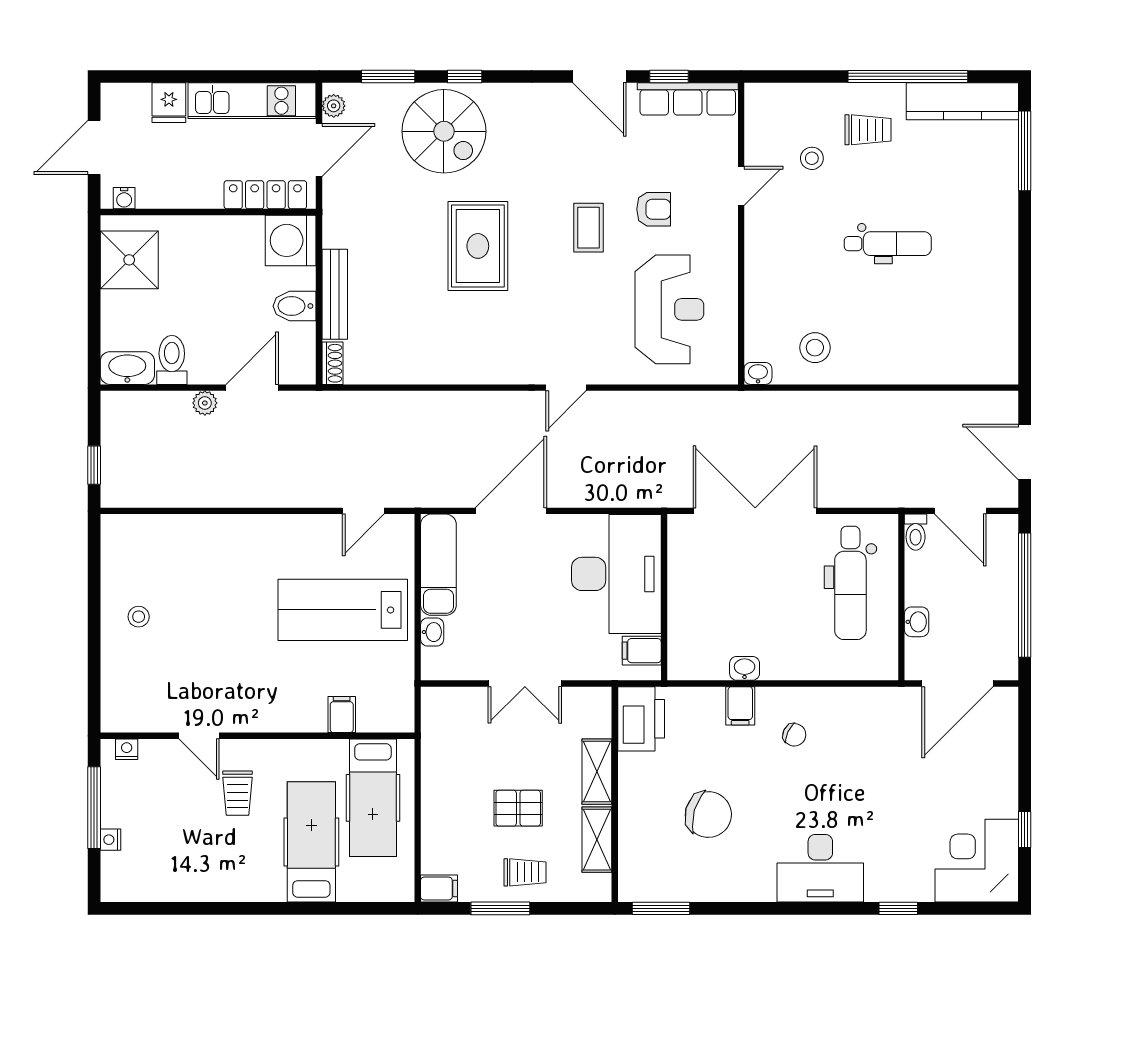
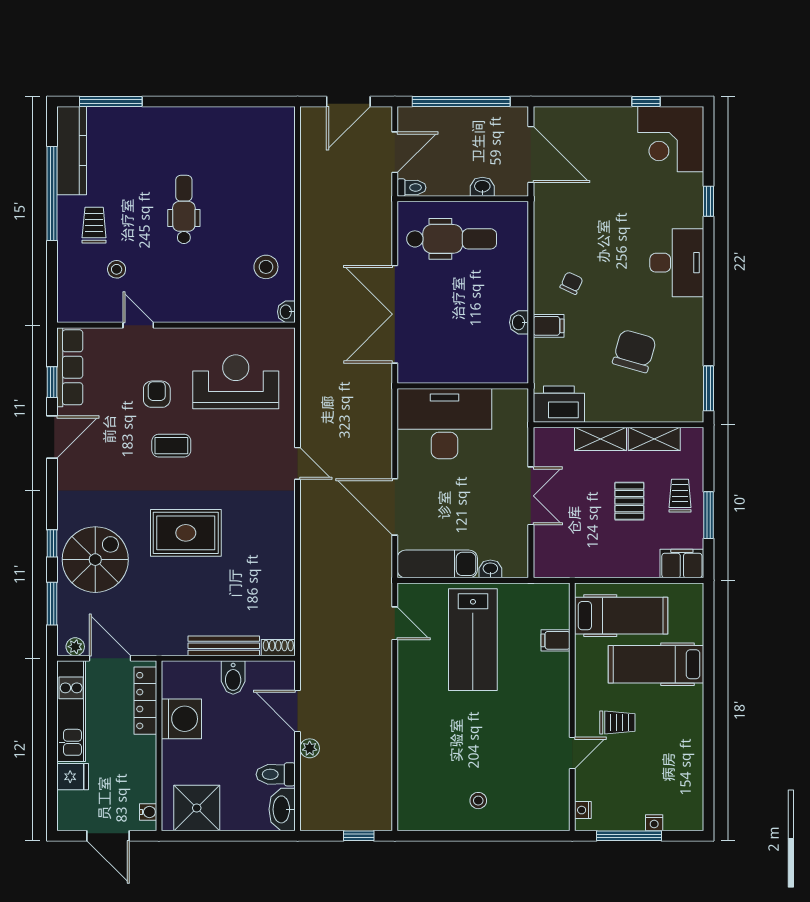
washing machine: (291, 240) -> (181, 719), moved, turned -90
filing cabinet: (642, 651) -> (505, 404), removed
filing cabinet: (439, 888) -> (682, 564), width x2.00

